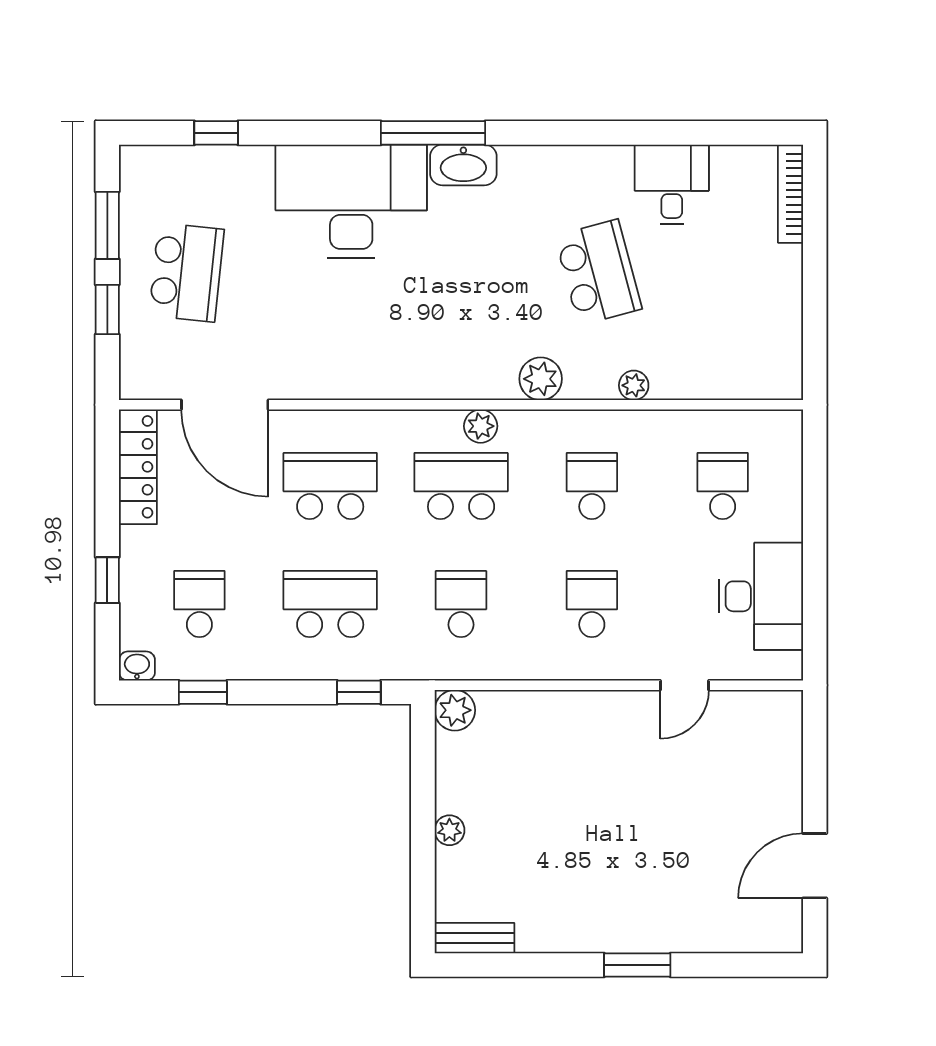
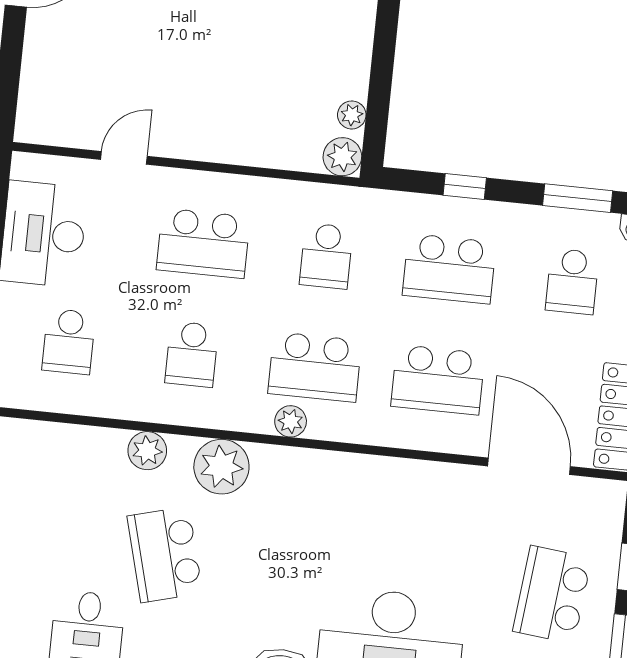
plant: (541, 379) -> (221, 467), width x1.36, depth x1.36
plant: (634, 385) -> (147, 451), width x1.38, depth x1.38
school desk: (592, 604) -> (203, 243), width x1.85
window: (203, 692) -> (578, 198), width x1.50
window: (359, 692) -> (465, 186), moved
plant: (449, 830) -> (352, 115), moved

